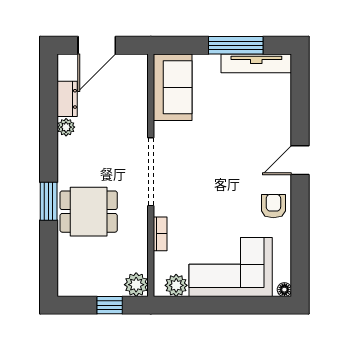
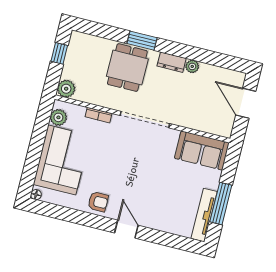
dresser: (67, 99) -> (172, 62), moved
window: (110, 305) -> (59, 53), moved

